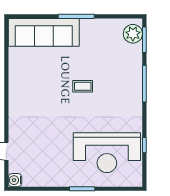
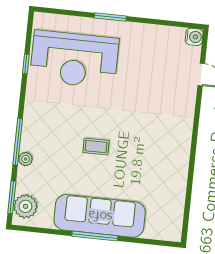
sofa: (44, 32) -> (100, 216), moved
plant: (137, 71) -> (26, 159), added
reception desk: (107, 153) -> (74, 59), turned 180

